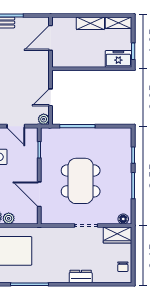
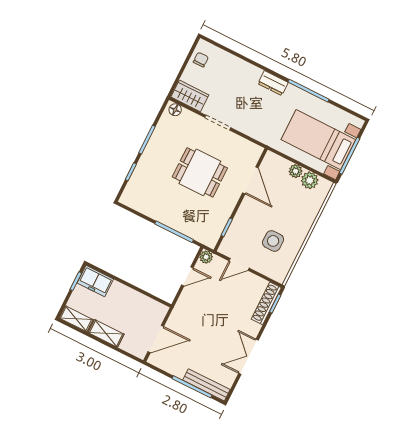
door: (16, 126) -> (239, 264), swing flipped
dining table: (81, 181) -> (200, 172), width x0.73
dresser: (81, 276) -> (273, 83), moved

